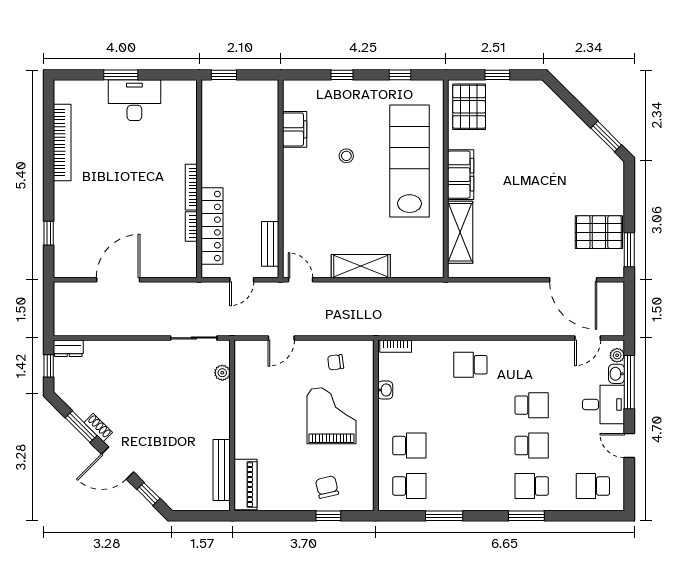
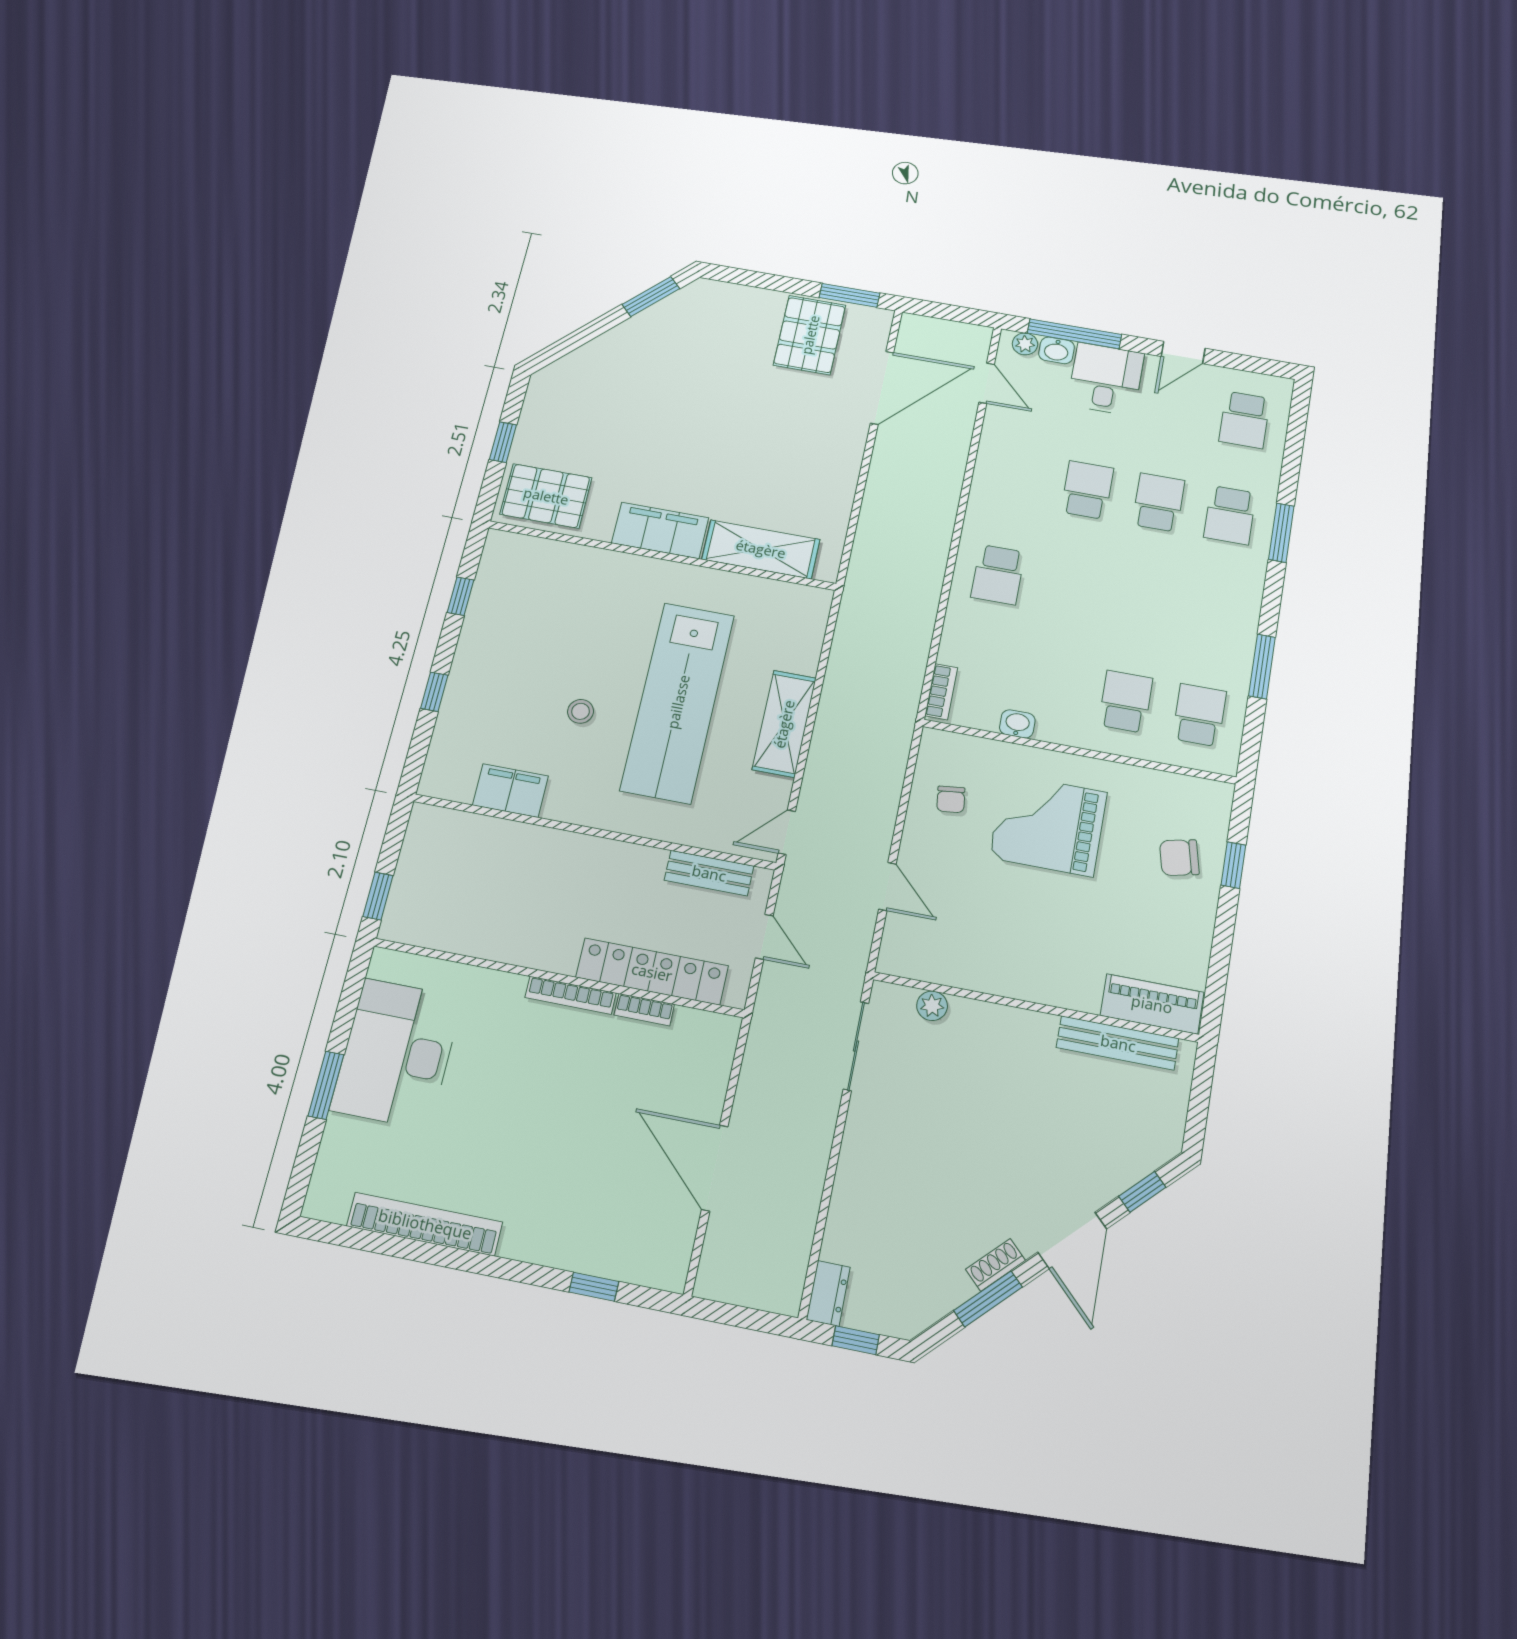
desk: (134, 100) -> (397, 1053), width x1.36, depth x1.30
lab bench: (410, 161) -> (678, 702), moved, turned -90

